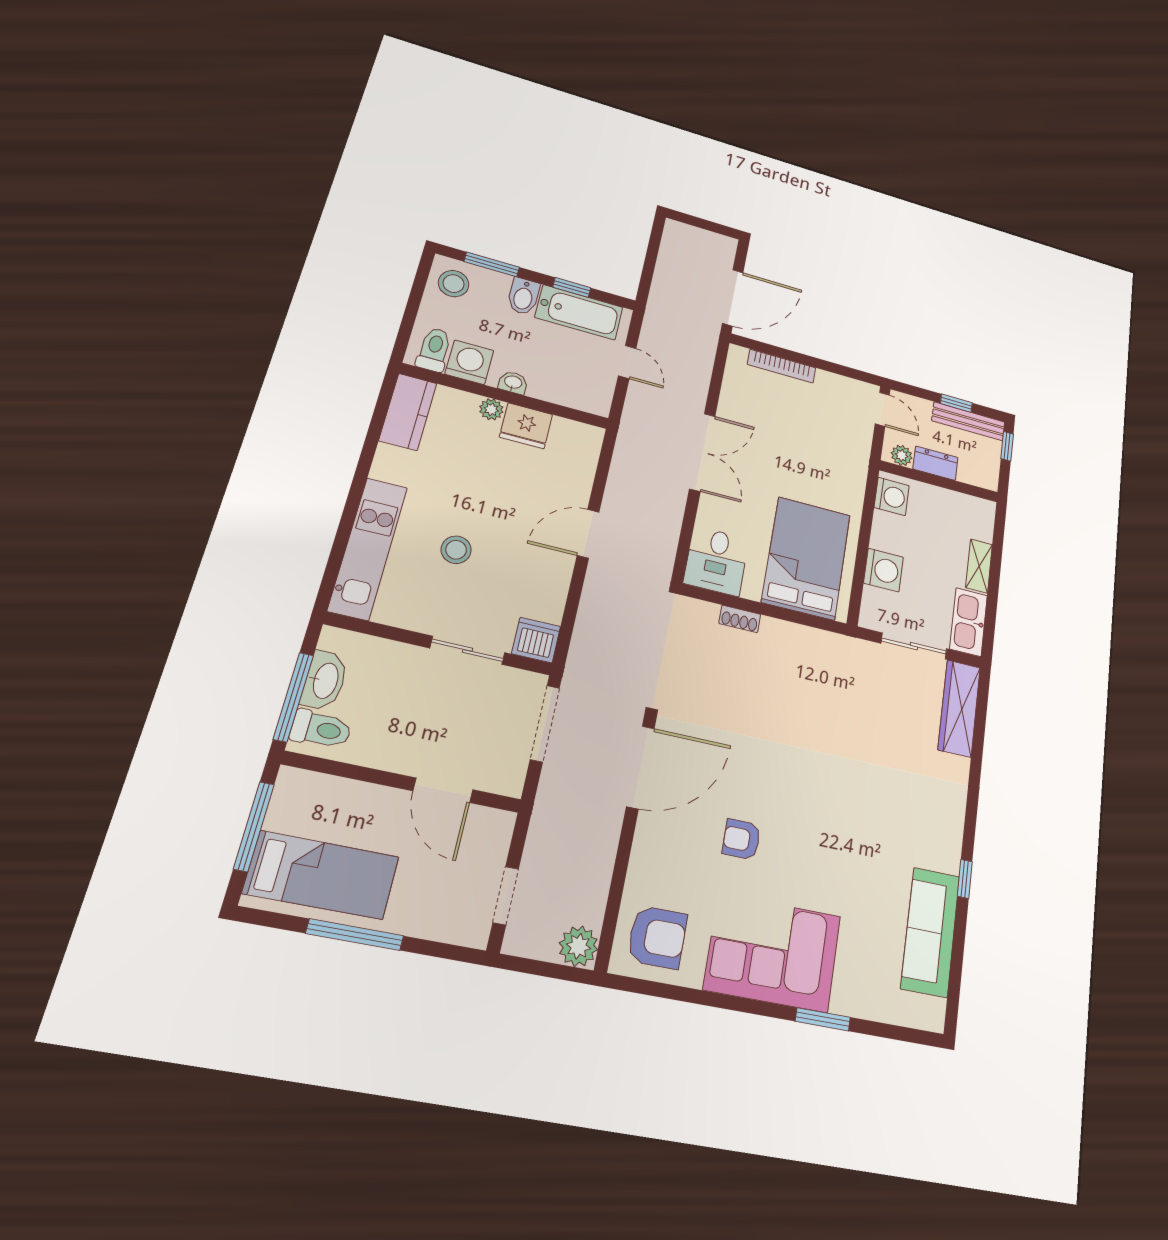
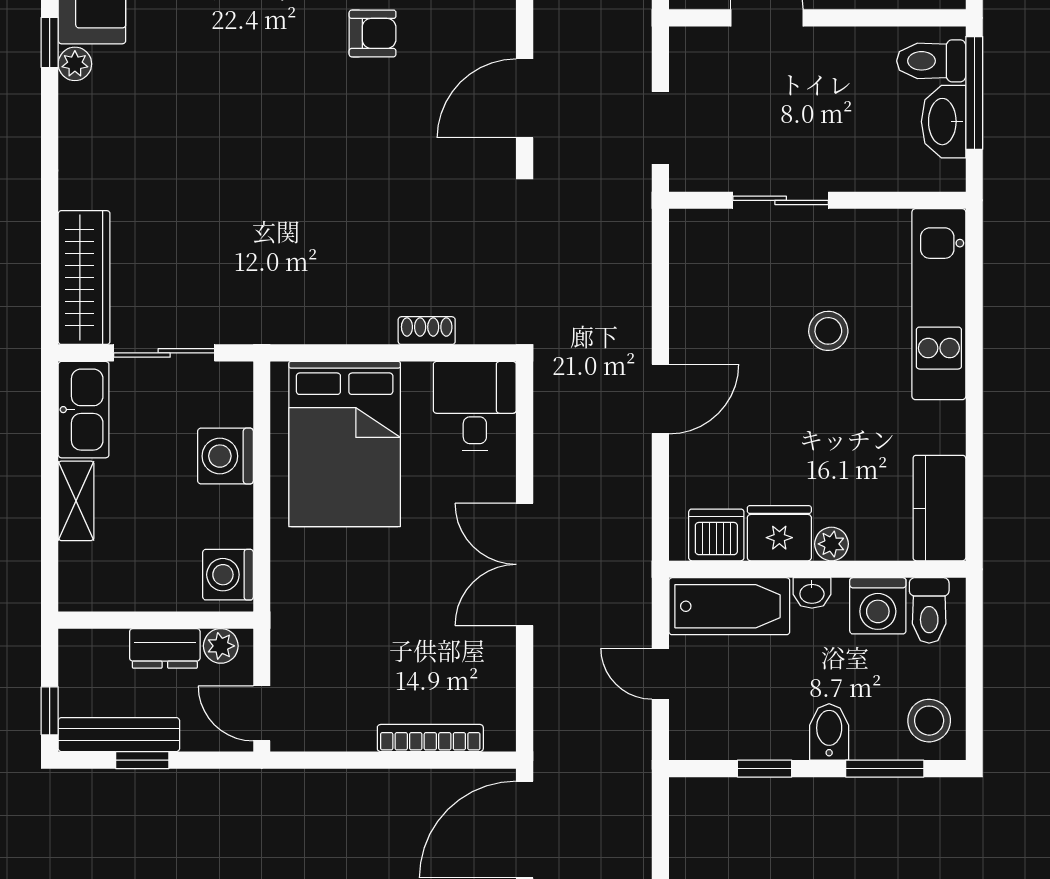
bathtub: (579, 312) -> (729, 606), moved, turned 180
dishwasher: (536, 640) -> (716, 535), moved, turned 180
doorway: (545, 724) -> (660, 128), width x0.73
door: (640, 767) -> (525, 98), width x0.73
plant: (950, 860) -> (75, 64), added

